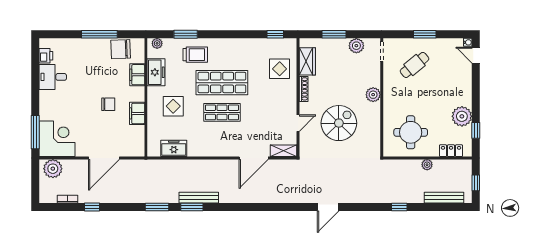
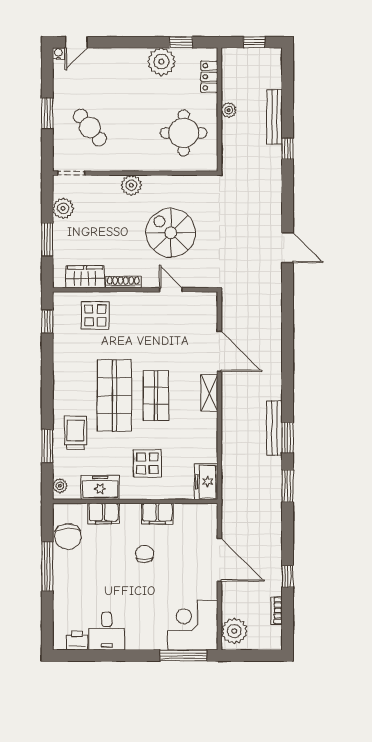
freezer: (174, 148) -> (206, 482), moved
shelving: (283, 151) -> (209, 393), moved
bench: (444, 198) -> (275, 117), moved

